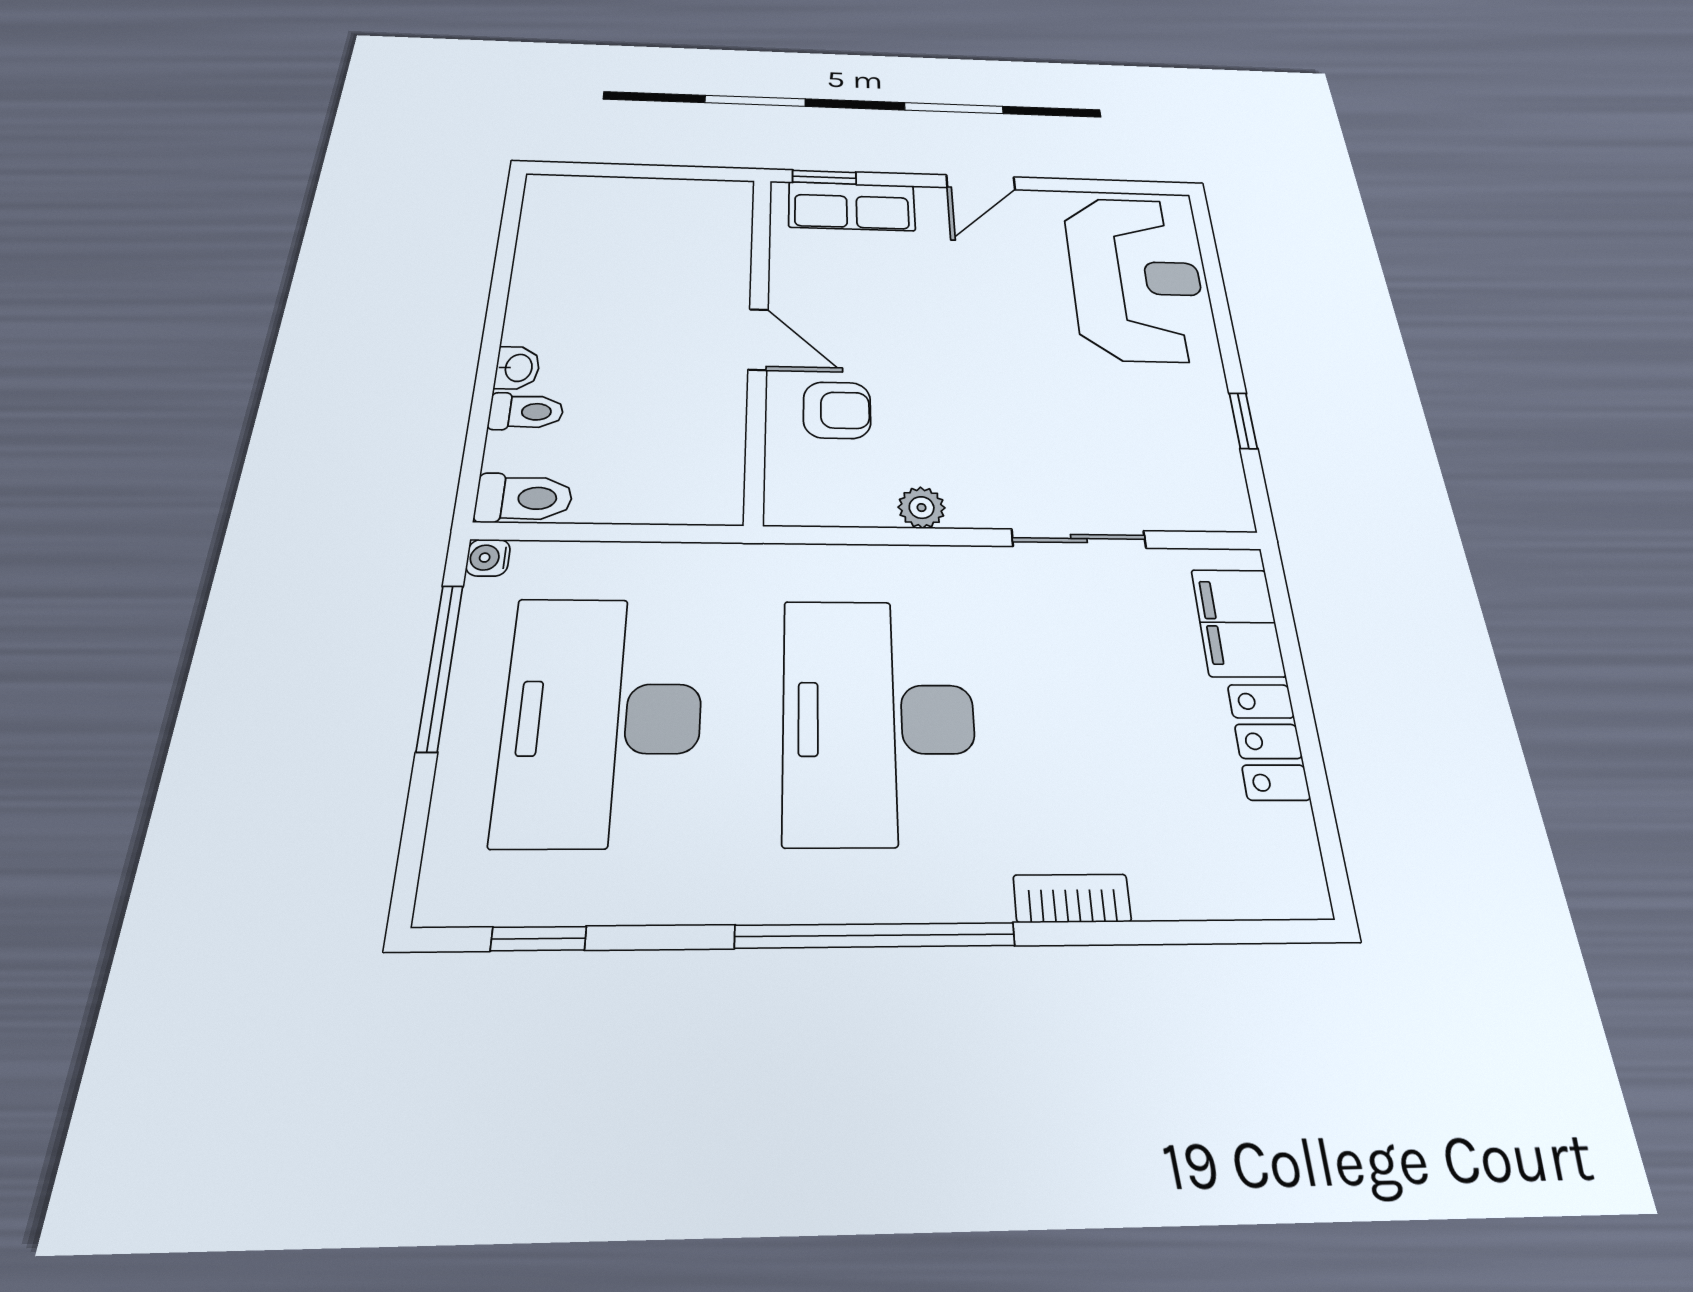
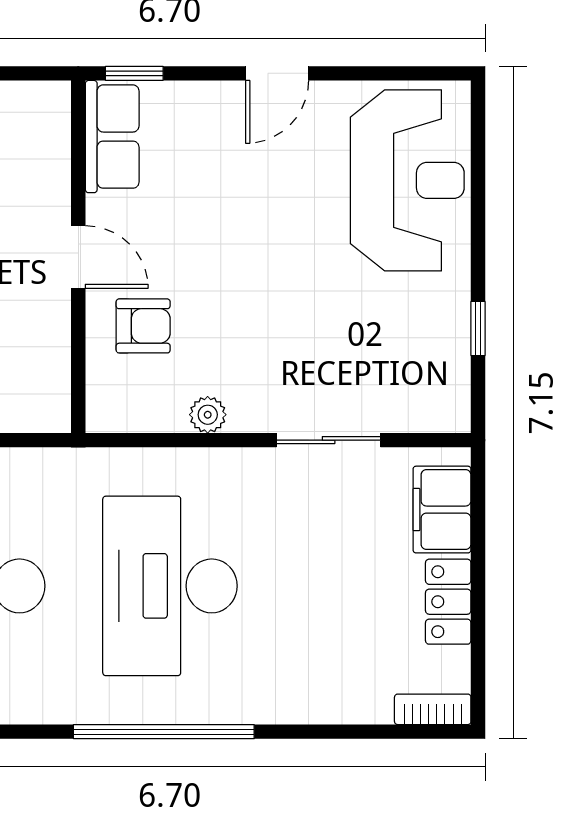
row of seats: (852, 206) -> (112, 137), moved, turned -90
bookcase: (1072, 898) -> (433, 709), moved

